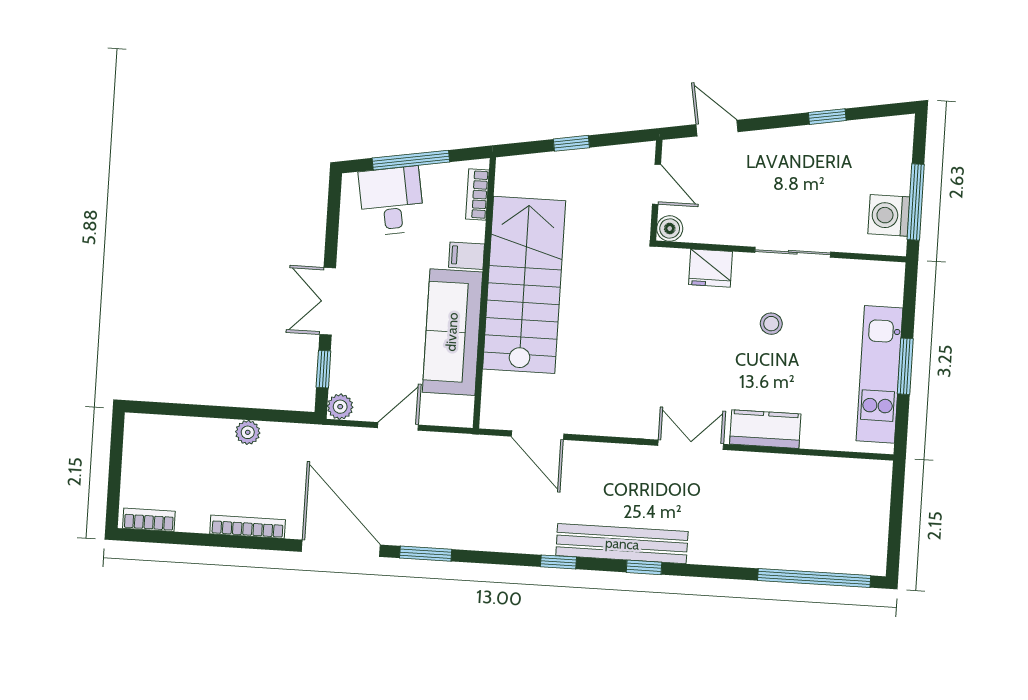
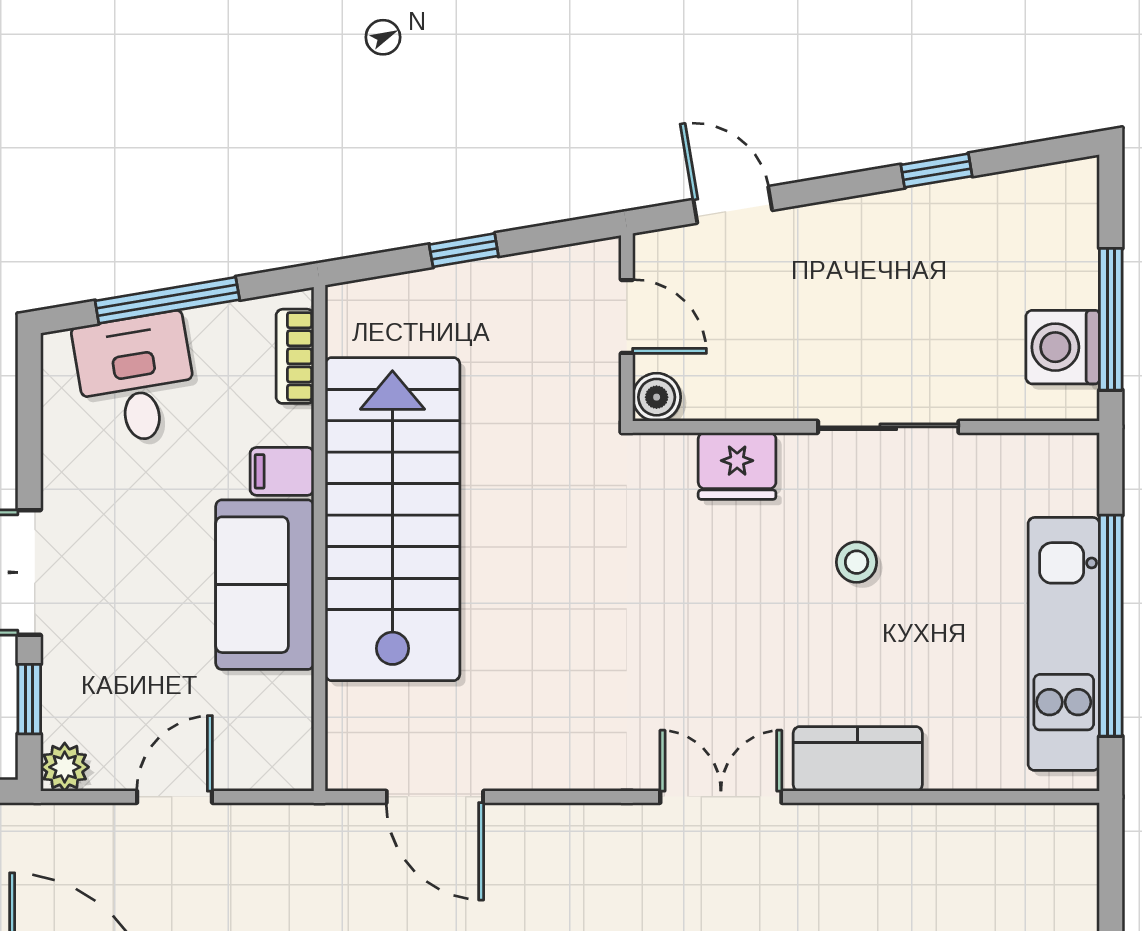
sofa: (452, 332) -> (265, 585), width x0.73
window: (905, 366) -> (1111, 626), width x2.11

